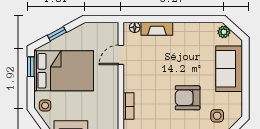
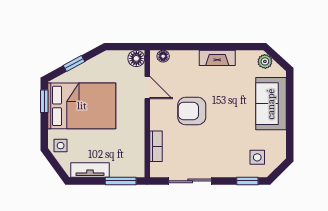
floor lamp: (111, 29) -> (136, 58), added
fireplace: (157, 29) -> (217, 58), moved
door: (121, 55) -> (147, 88), swing flipped
armchair: (188, 98) -> (192, 111), moved

